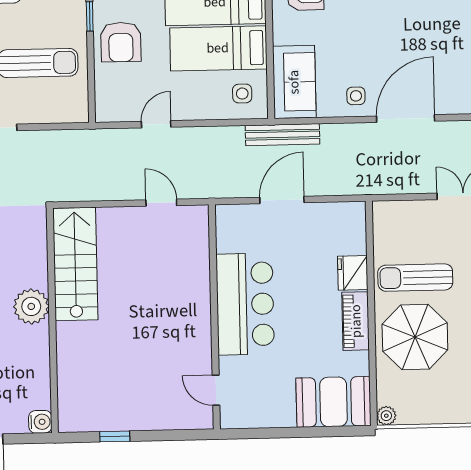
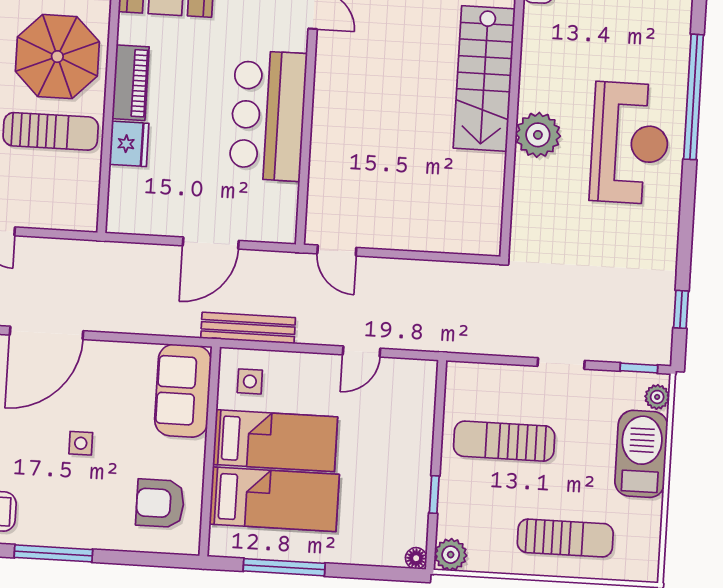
armchair: (121, 42) -> (398, 459), removed
side table: (356, 96) -> (81, 443), moved
bench: (282, 135) -> (248, 328), moved
door: (161, 203) -> (337, 251), moved
stairs: (75, 264) -> (484, 78), moved

